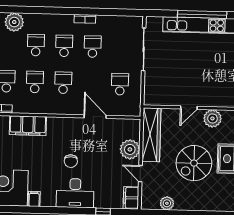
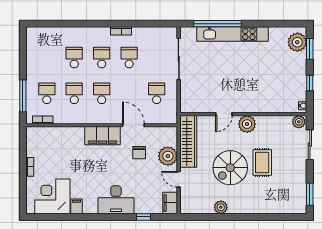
window: (202, 14) -> (217, 24), moved
plant: (14, 22) -> (53, 36), removed
filing cabinet: (28, 126) -> (103, 136), moved
chair: (71, 161) -> (139, 153), moved
plant: (167, 203) -> (221, 207), moved

